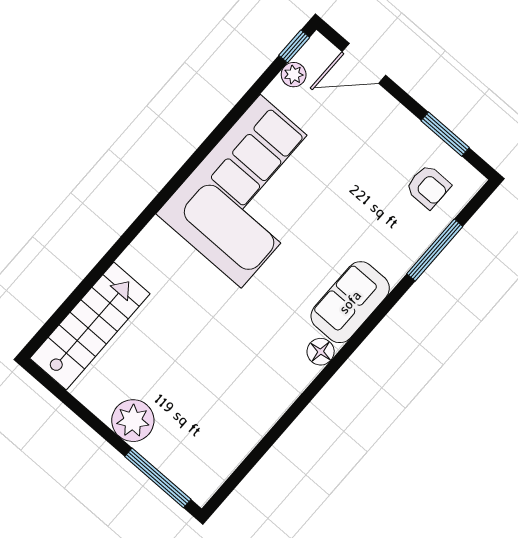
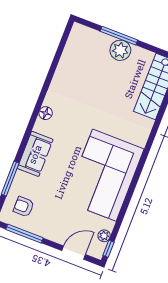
window: (445, 134) -> (25, 234), width x1.44
sofa: (350, 302) -> (35, 154), moved
window: (158, 478) -> (119, 36), moved

